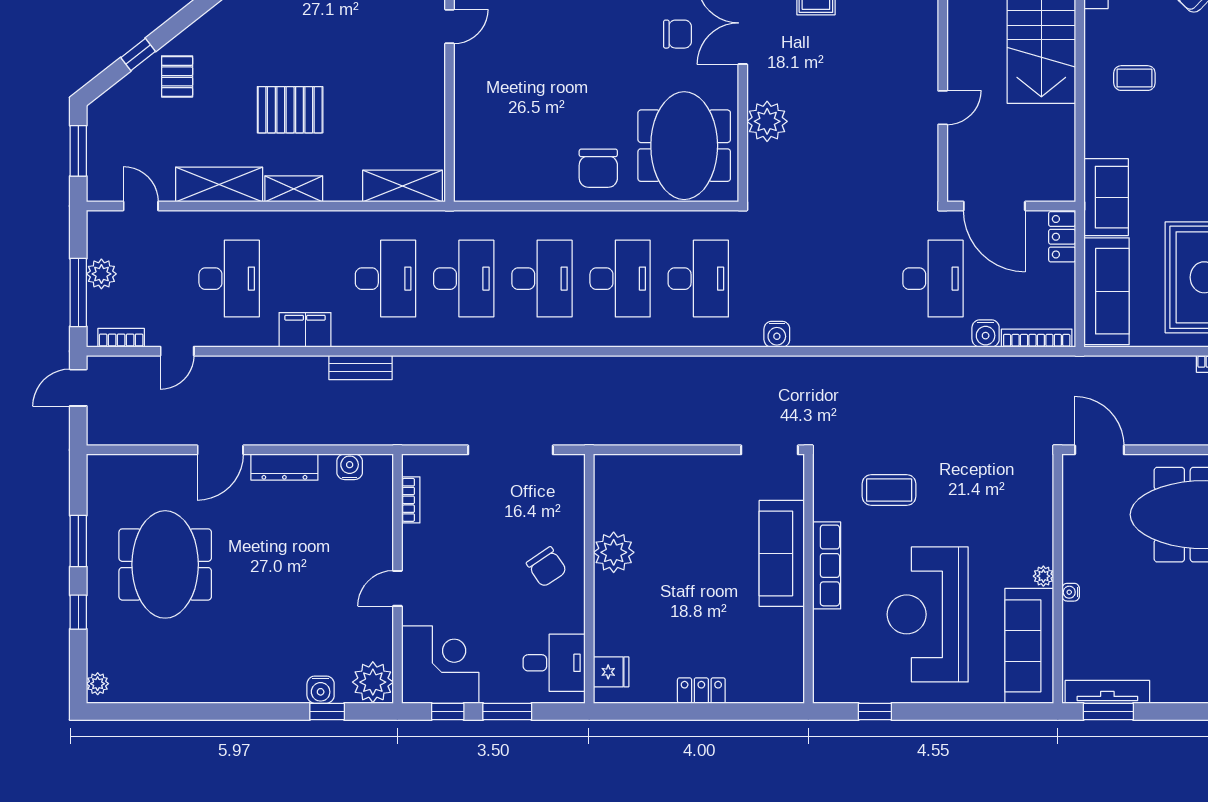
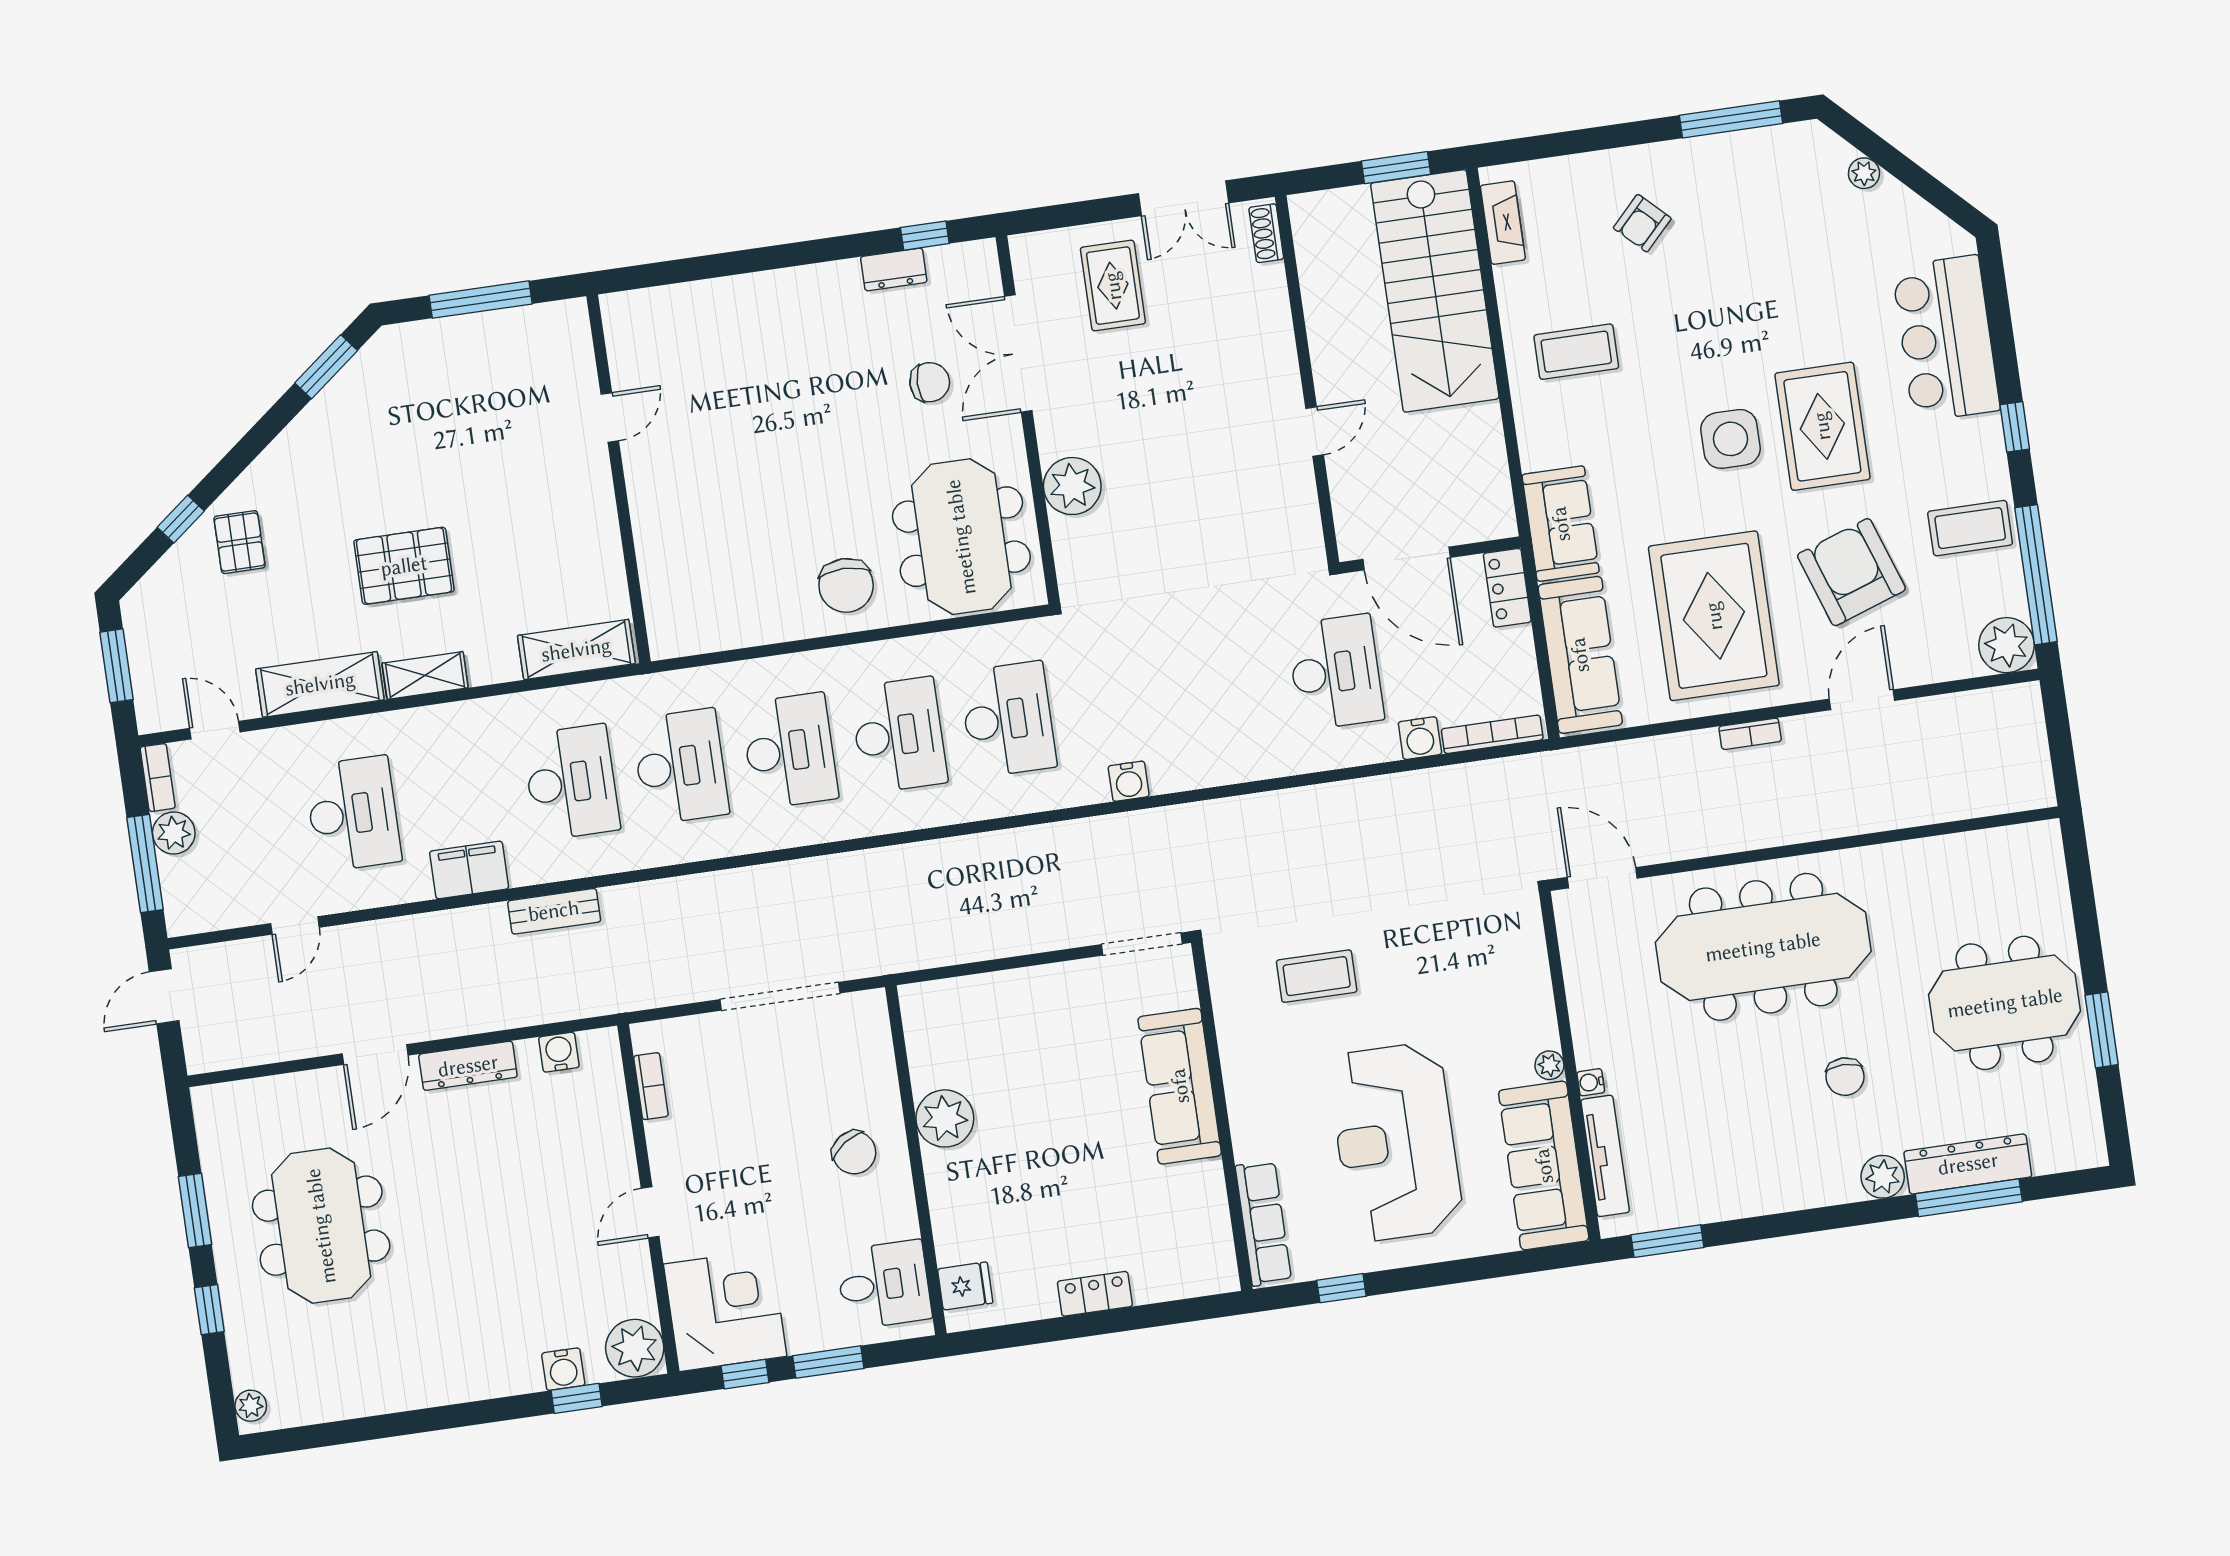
coffee table: (1134, 78) -> (1576, 352), width x1.36, depth x1.30
bookcase: (121, 338) -> (158, 778), moved, turned 90
row of seats: (827, 565) -> (1263, 1223), moved
tv unit: (1107, 692) -> (1605, 1156), moved, turned 90

